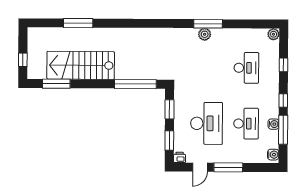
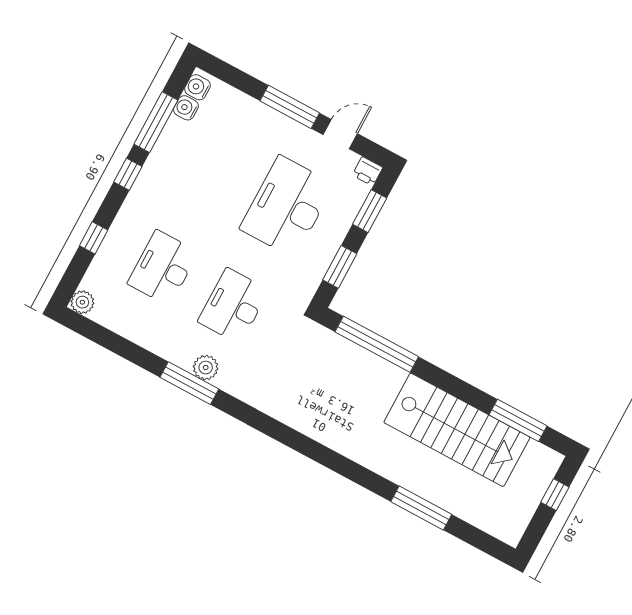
desk: (246, 124) -> (233, 306), moved
water cooler: (273, 124) -> (186, 108), moved

